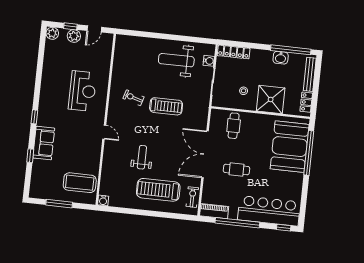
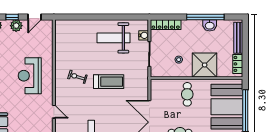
window: (291, 50) -> (205, 17), moved
reception desk: (83, 91) -> (30, 76), turned 180
cafe table: (234, 126) -> (187, 94), moved

